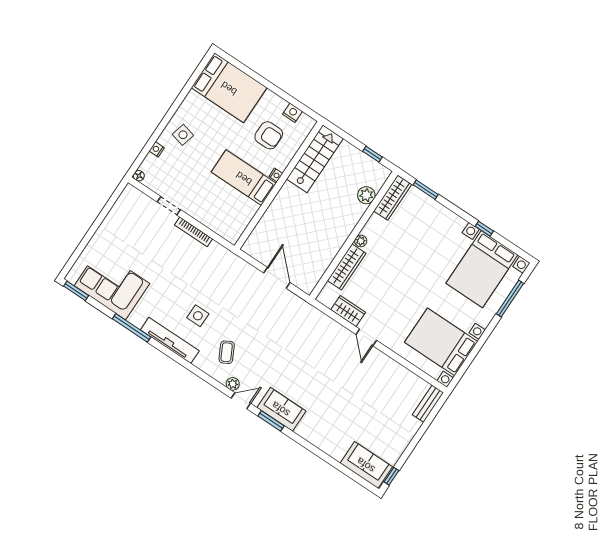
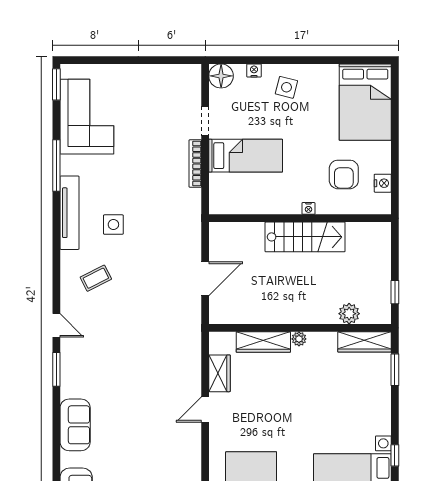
stairs: (315, 159) -> (305, 237), moved
floor lamp: (139, 176) -> (221, 76), width x1.89, depth x1.89
bed: (244, 178) -> (246, 156), moved, turned 90
plant: (233, 384) -> (68, 306), removed
sofa: (281, 409) -> (75, 425), moved

